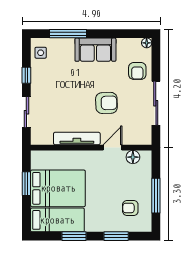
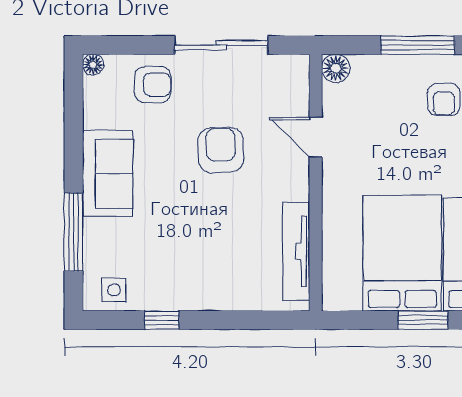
sliding door: (26, 112) -> (240, 320), removed
tv unit: (77, 138) -> (296, 251), moved
floor lamp: (133, 157) -> (336, 68), moved
window: (26, 184) -> (423, 320), moved

